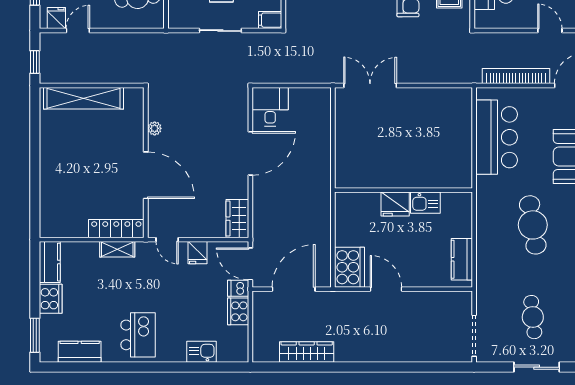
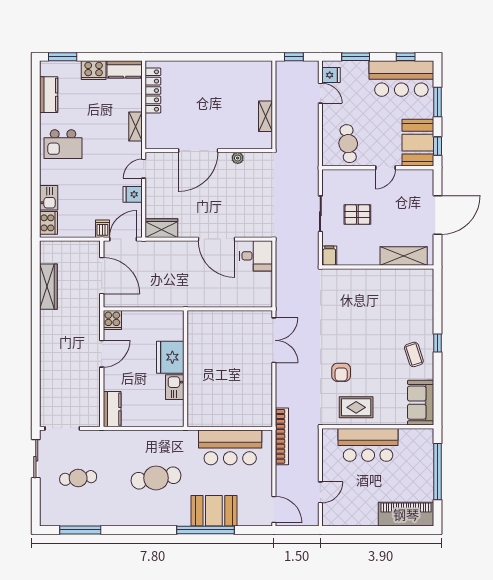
bookcase: (516, 76) -> (282, 436), moved
shelving: (83, 98) -> (265, 116), width x0.45, depth x0.75
fridge: (395, 204) -> (170, 357), width x1.36, depth x1.34
locker: (116, 229) -> (153, 91), moved
kitchen counter: (462, 259) -> (112, 409), moved, turned 90
cooker: (350, 267) -> (112, 320), width x0.53, depth x0.76
cooker: (238, 311) -> (49, 223), moved, turned 90
sliding door: (537, 367) -> (36, 459), moved

